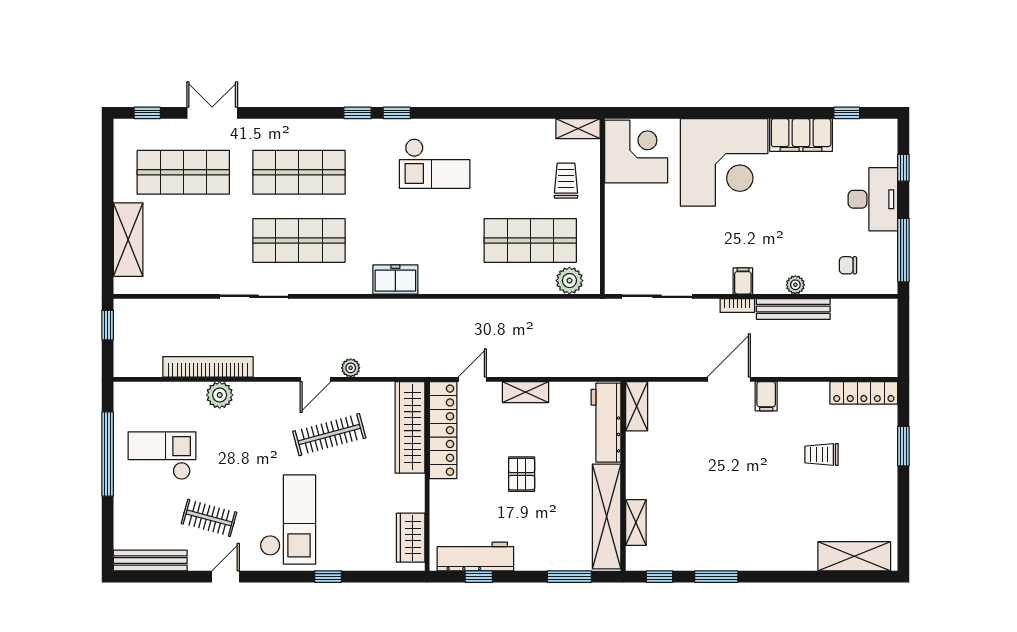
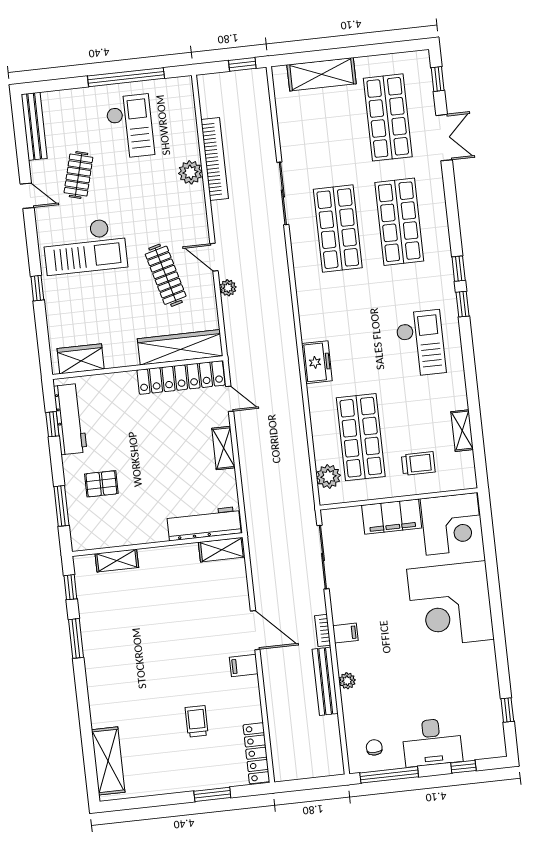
shelving: (578, 129) -> (462, 431), moved
filing cabinet: (801, 135) -> (392, 517), moved, turned -90
checkout: (435, 164) -> (421, 343), turned 180
chair: (848, 265) -> (374, 747), moved
freezer: (395, 279) -> (317, 362), moved
pallet: (522, 474) -> (101, 484), moved
shelving: (607, 516) -> (119, 534), removed

